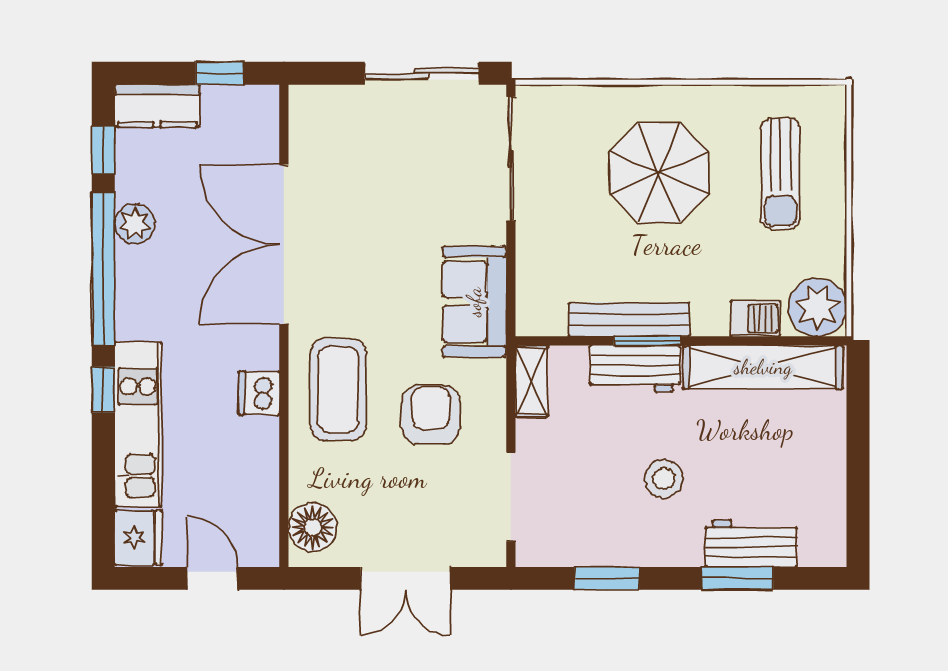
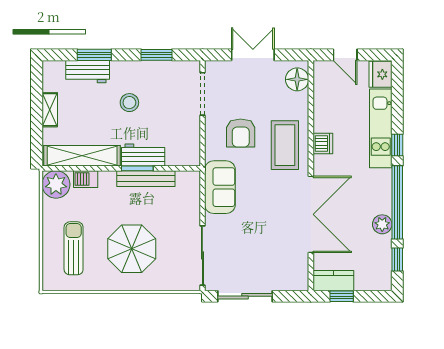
kitchen counter: (157, 106) -> (333, 281), moved
shelving: (531, 381) -> (50, 110), moved

